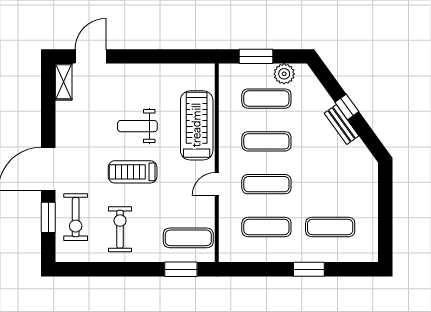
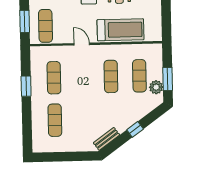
window: (256, 56) -> (168, 79), moved
bench: (342, 124) -> (107, 139), moved
exercise mat: (266, 184) -> (82, 77), removed
window: (309, 269) -> (26, 86), moved

